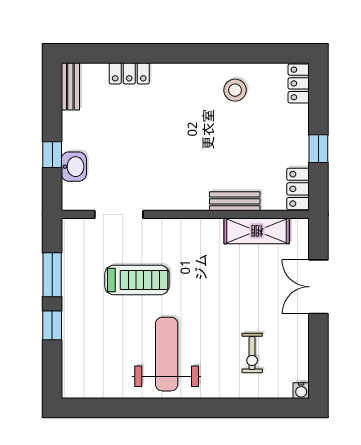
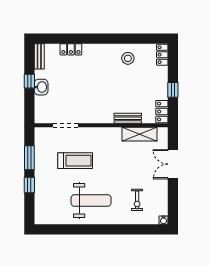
window: (52, 155) -> (29, 81), moved
washbasin: (74, 167) -> (41, 87), moved
weight bench: (167, 354) -> (91, 200), turned 90

